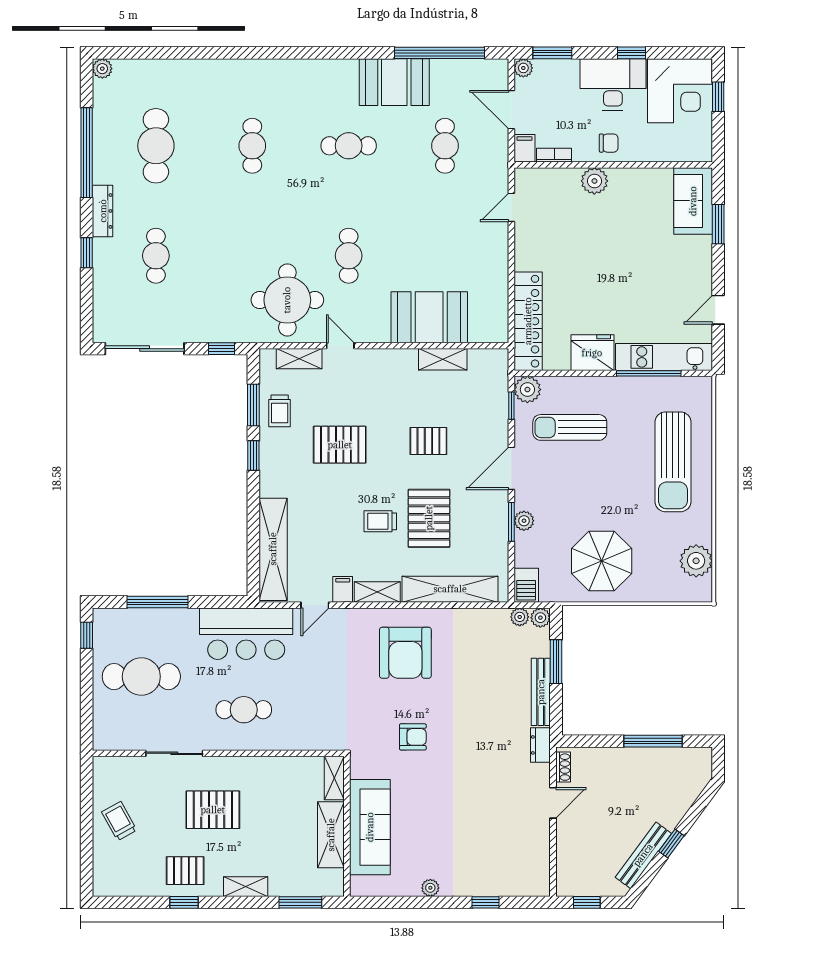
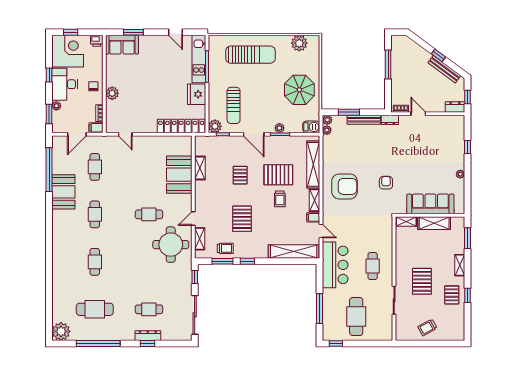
plant: (523, 68) -> (56, 106), moved
plant: (102, 69) -> (61, 331), width x1.88, depth x1.88
cafe table: (252, 146) -> (95, 262), turned 90
cafe table: (445, 146) -> (95, 167), turned 90
printer: (701, 150) -> (97, 41), added
dresser: (103, 211) -> (148, 336), moved
dresser: (567, 877) -> (455, 107), added

